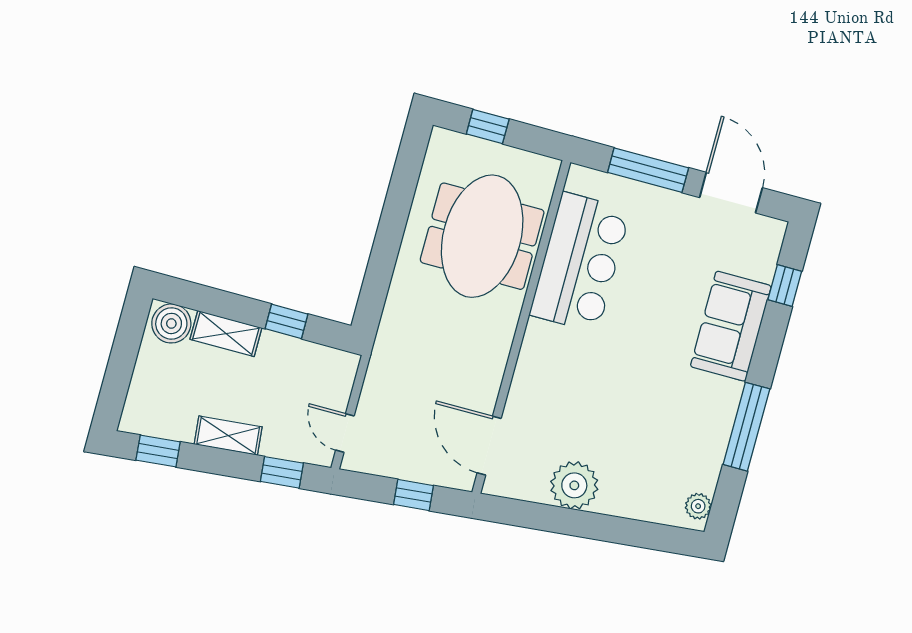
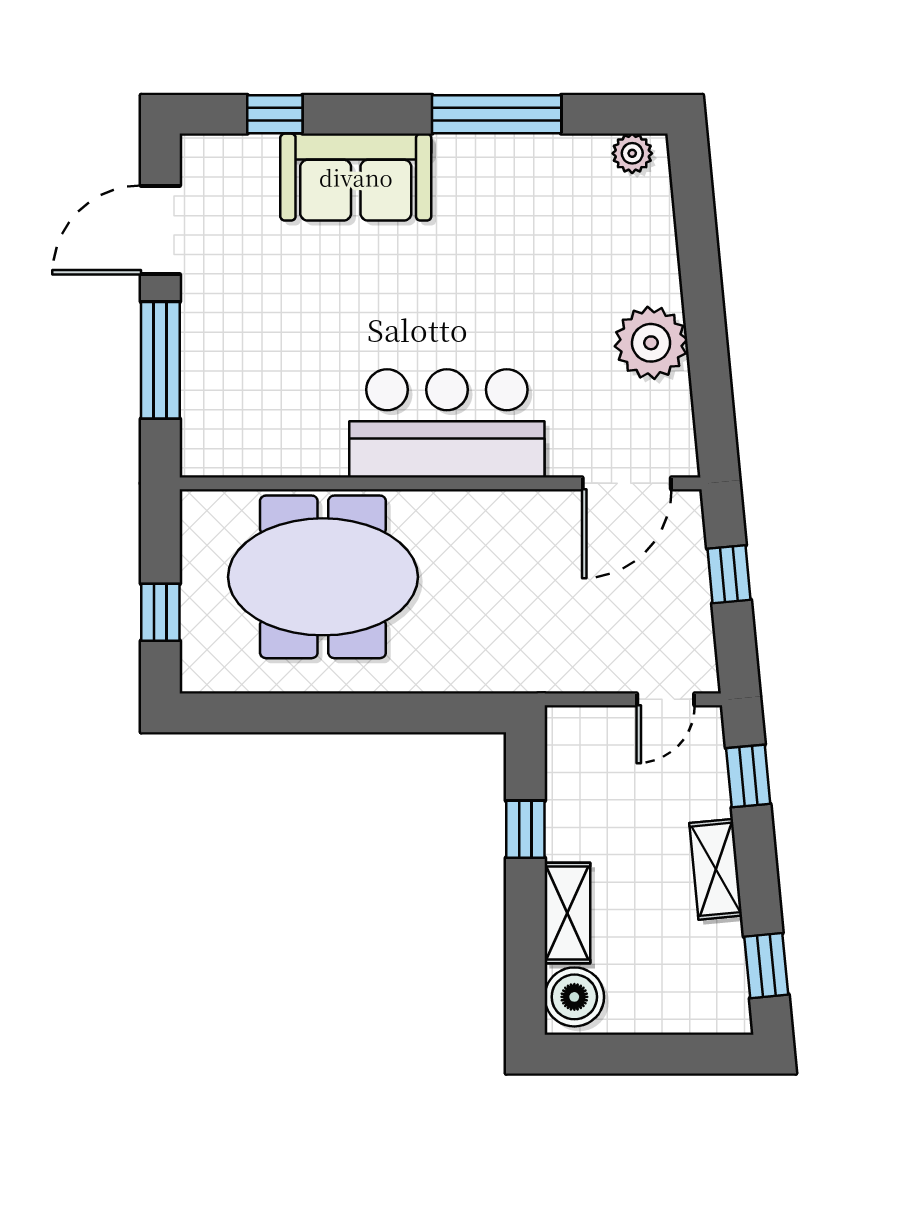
bar counter: (580, 262) -> (447, 423), moved

